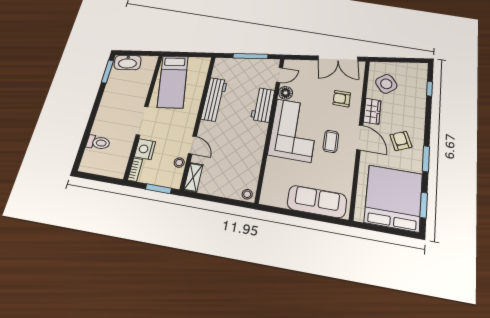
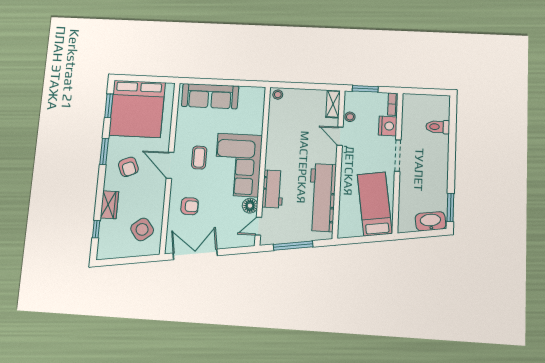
workbench: (214, 99) -> (322, 197), width x1.36, depth x1.32
wardrobe: (372, 111) -> (109, 205), moved, turned 180

